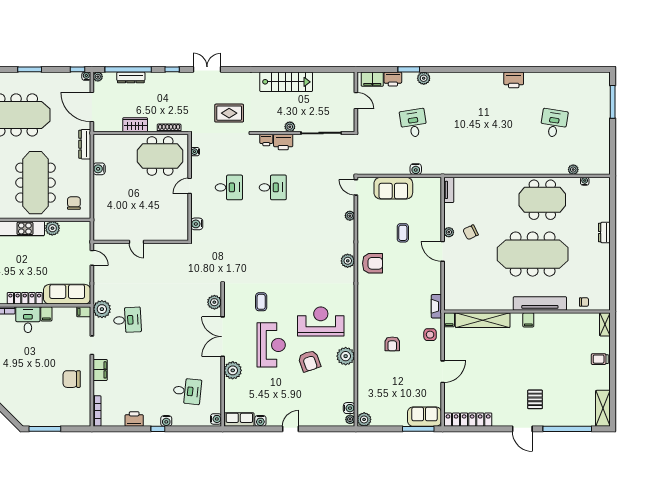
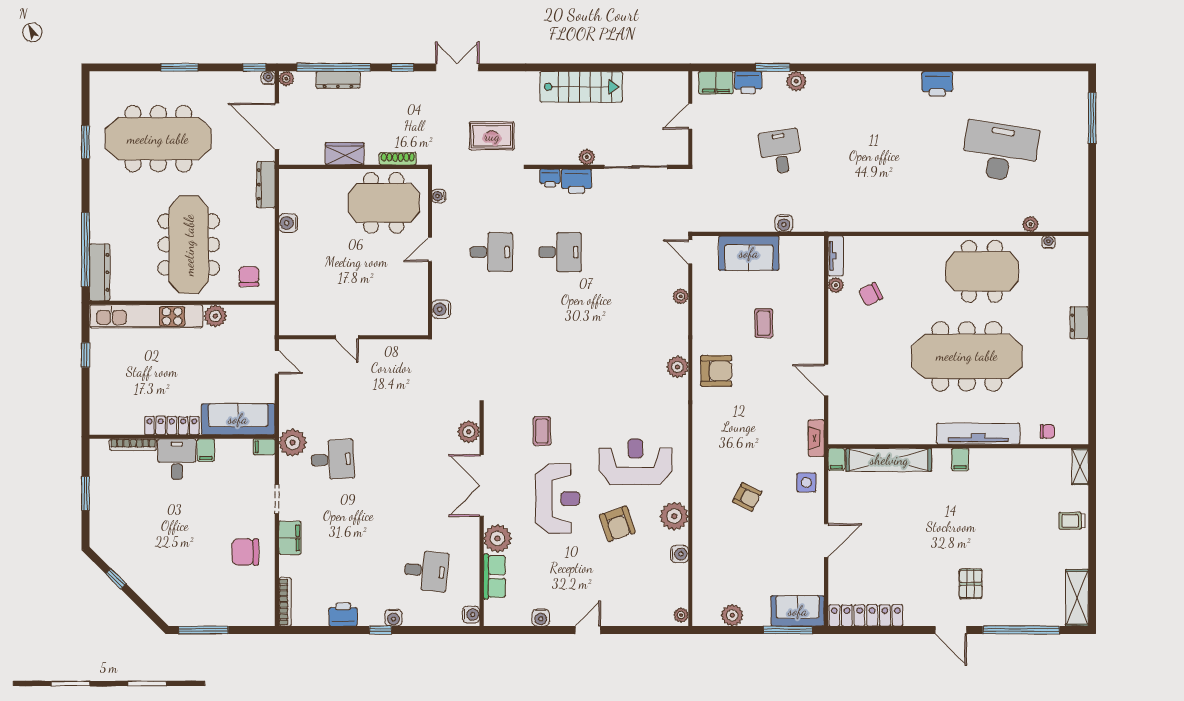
door: (356, 101) -> (690, 116), swing flipped
desk: (554, 123) -> (1000, 152), width x1.87, depth x1.30
plant: (449, 232) -> (836, 285), moved
chair: (471, 232) -> (871, 294), moved
door: (443, 251) -> (826, 380), moved
armchair: (392, 344) -> (747, 497), turned -63
water cooler: (349, 408) -> (680, 554), moved
plant: (364, 419) -> (732, 615), moved
row of seats: (239, 420) -> (494, 577), moved, turned 90

